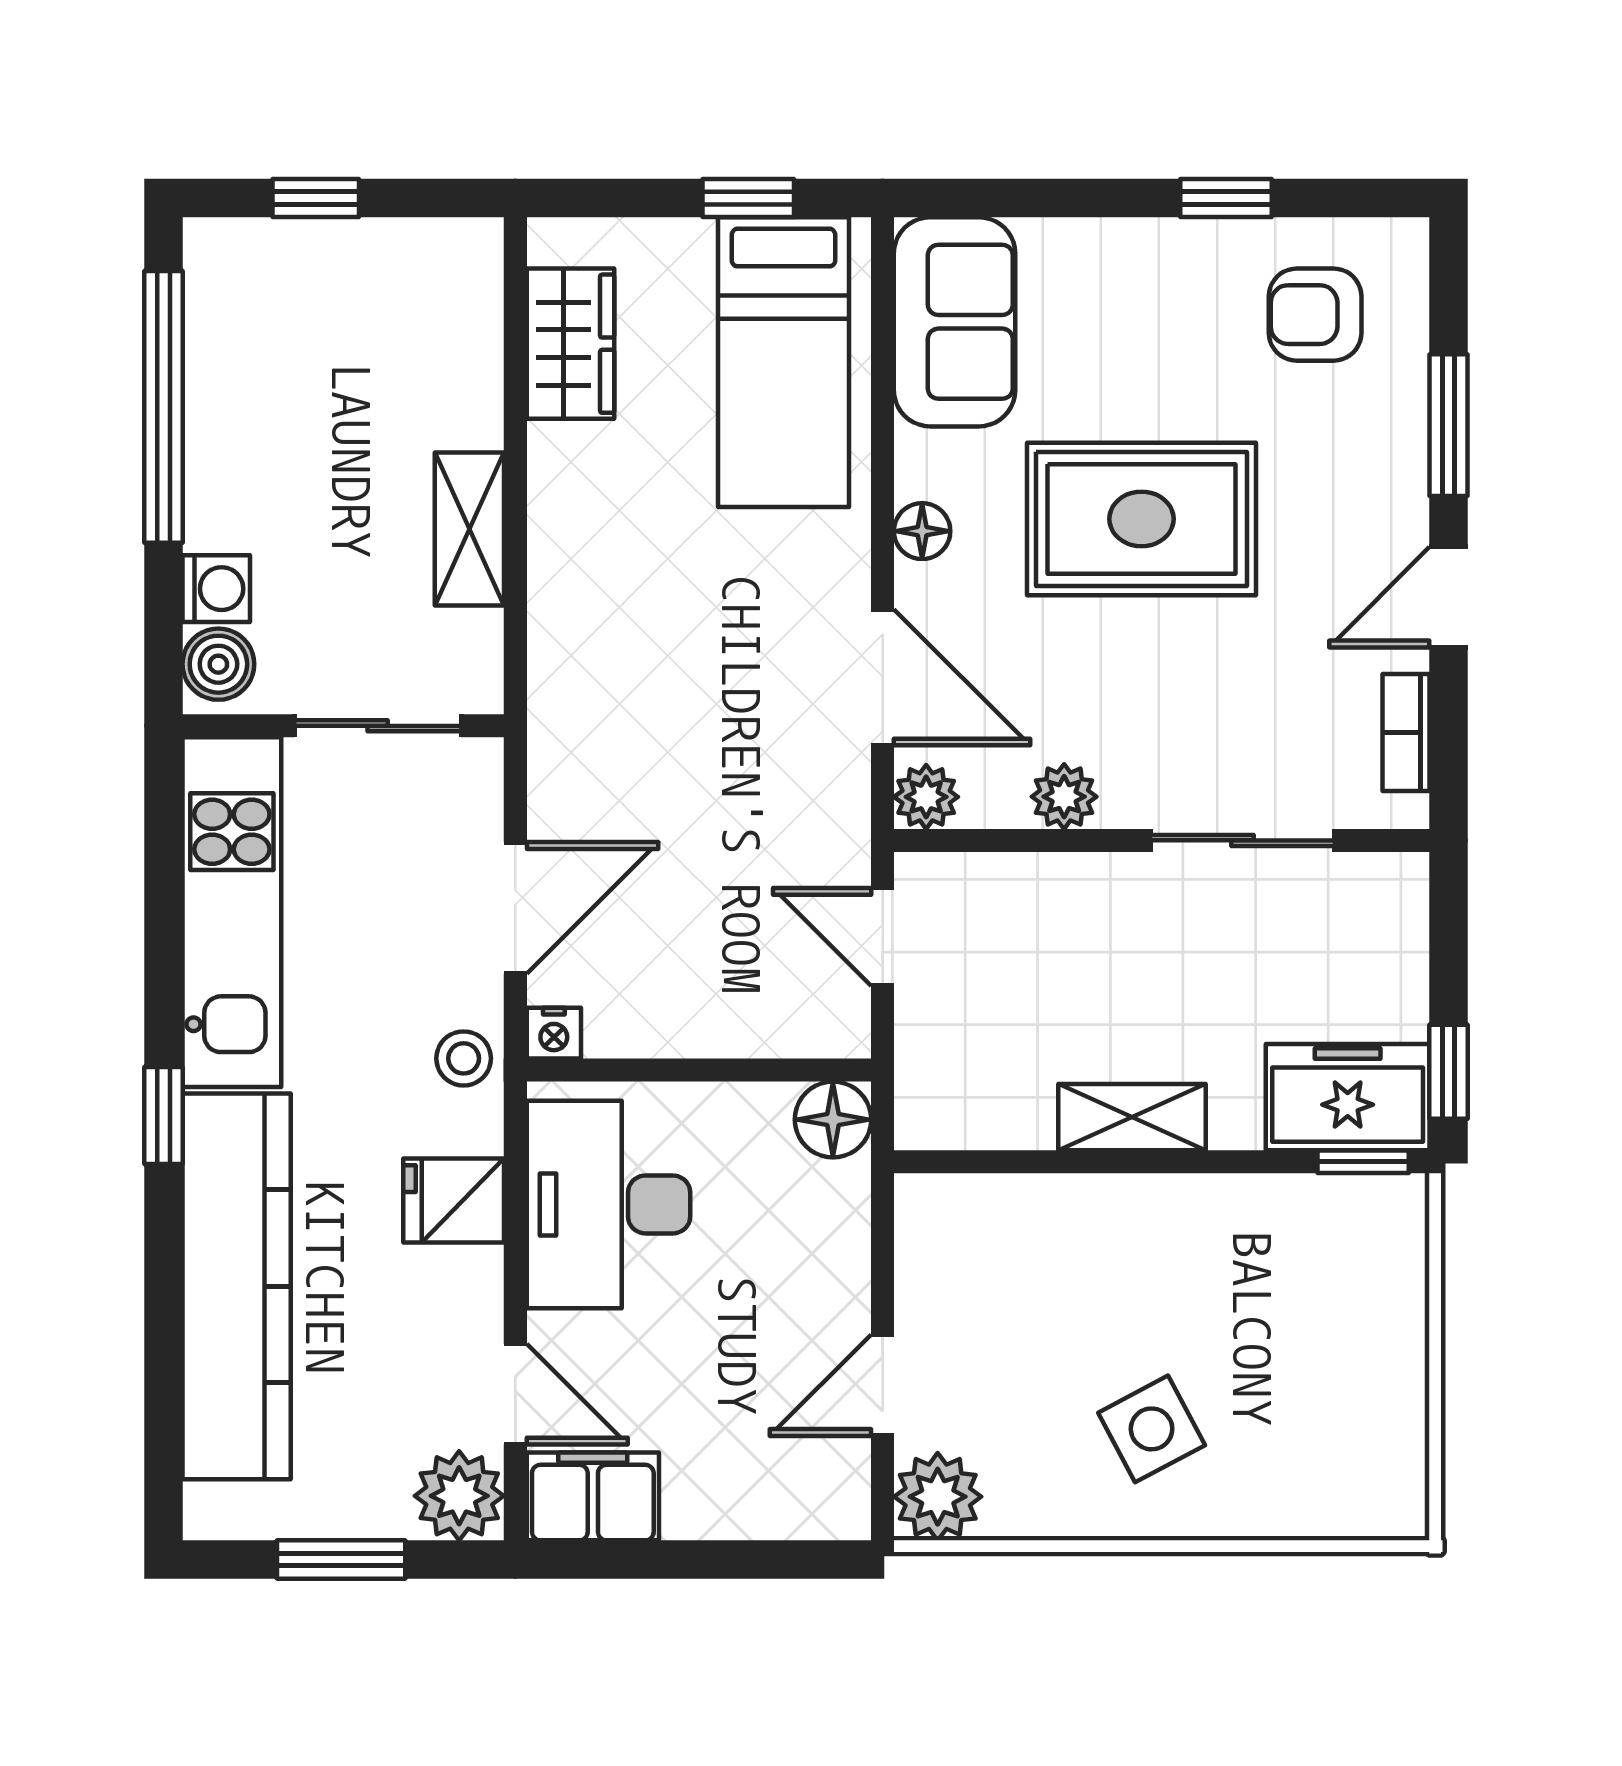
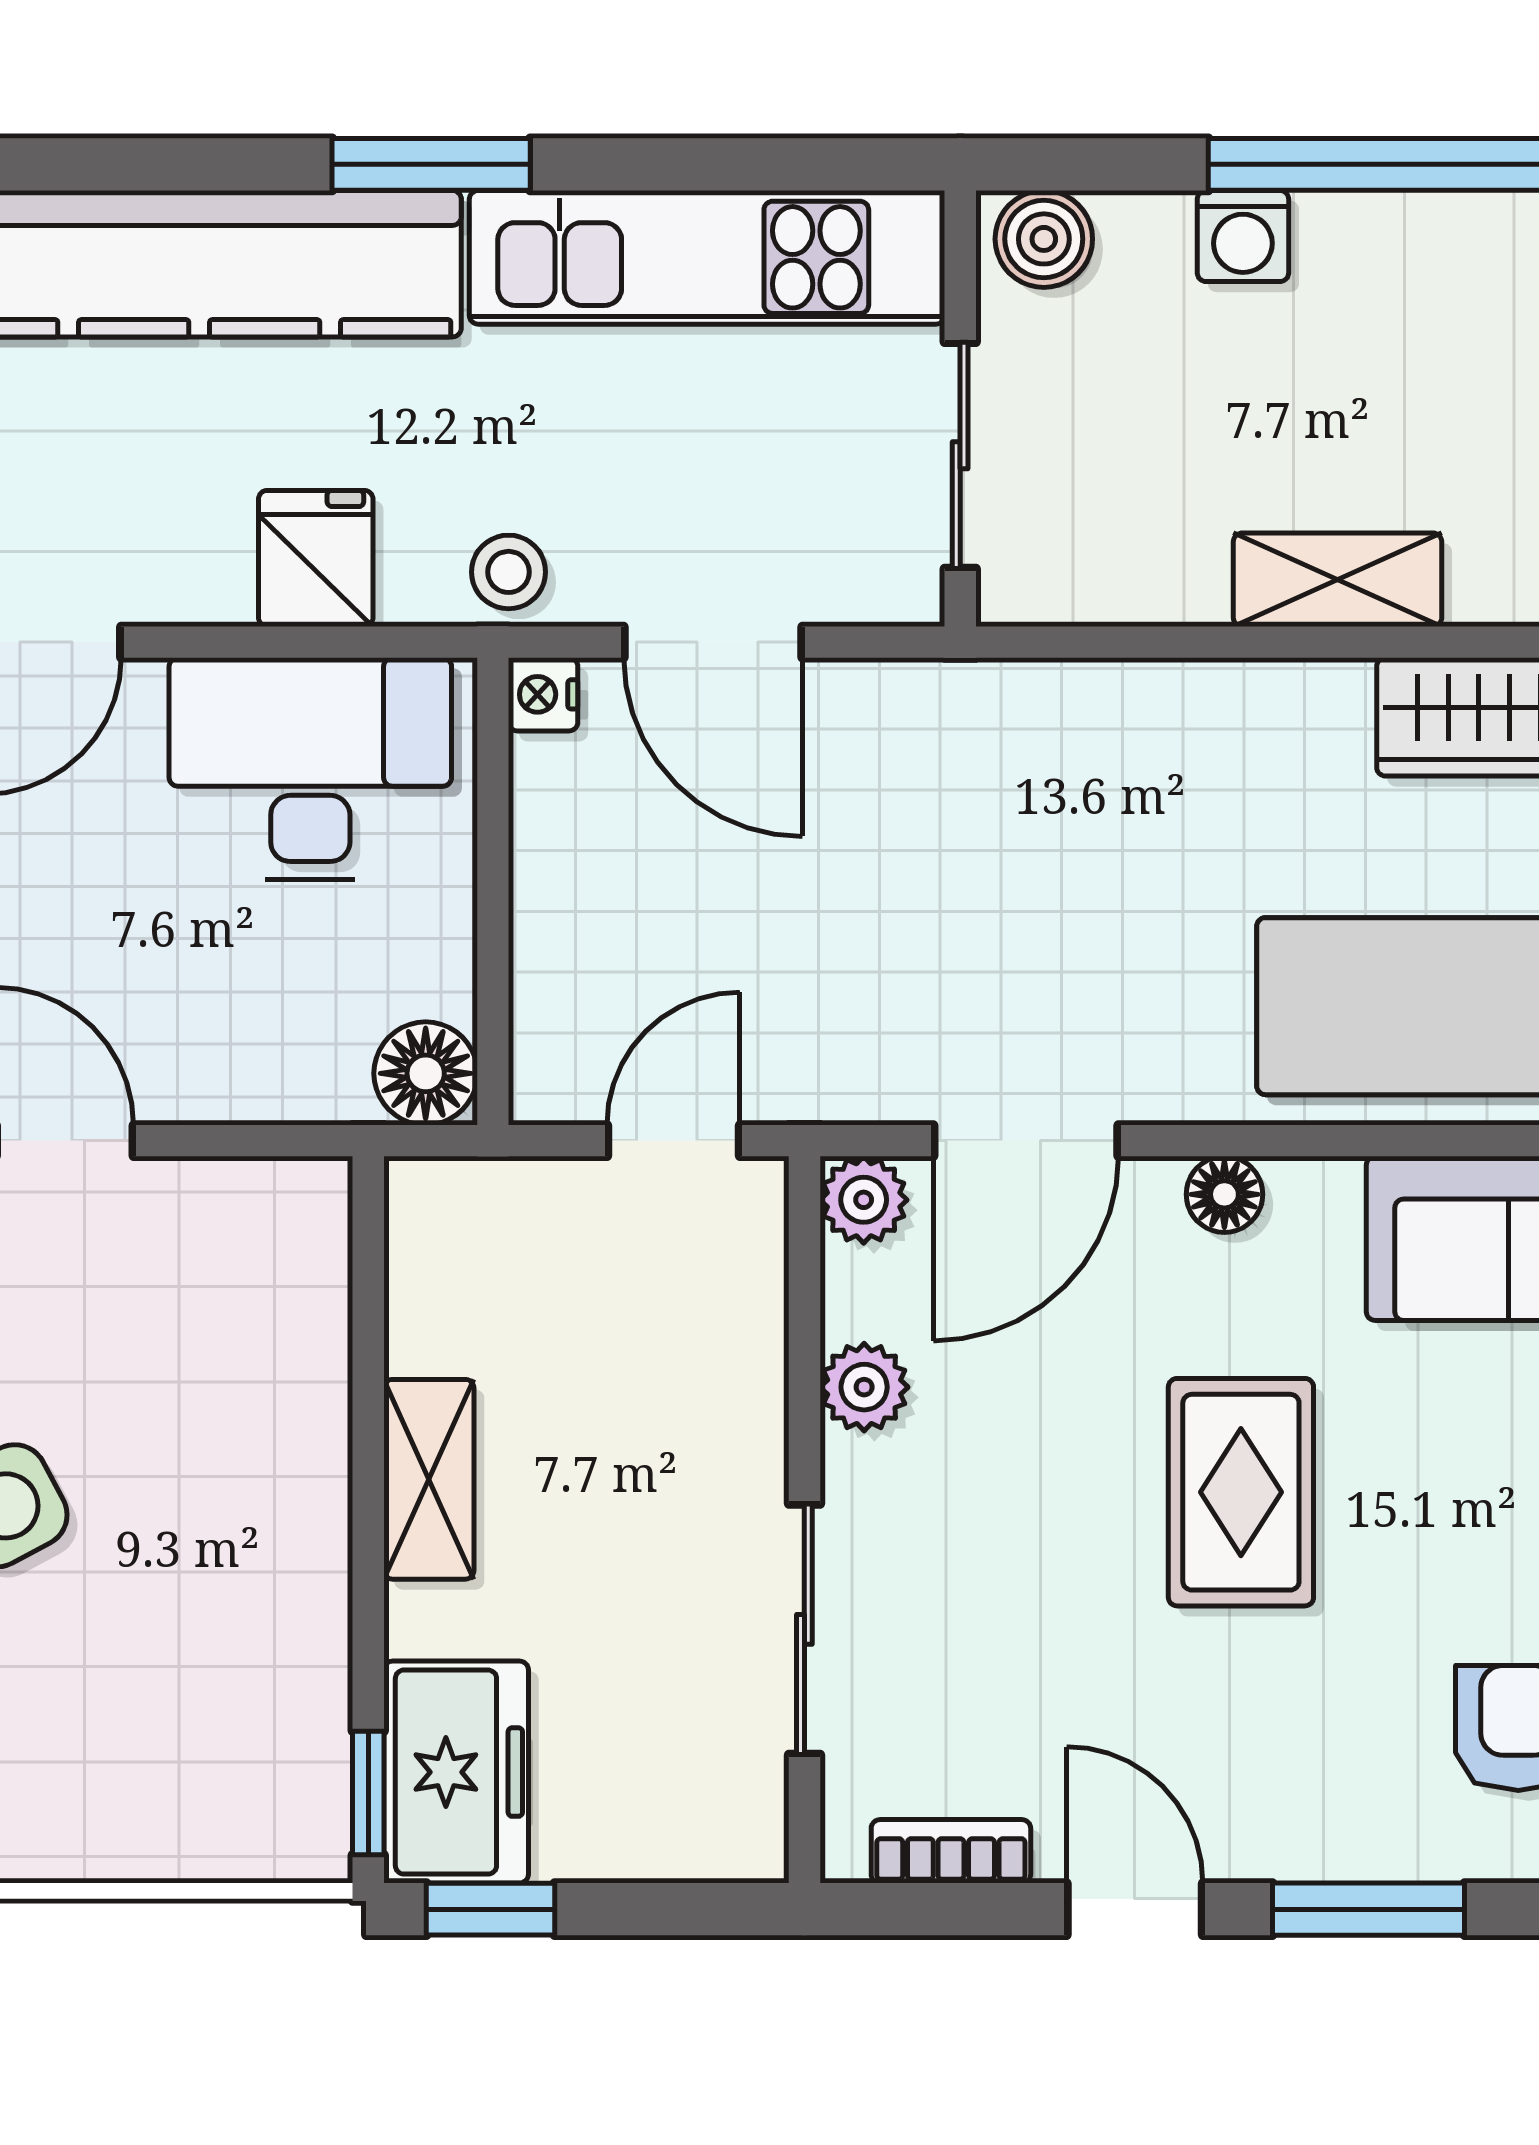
rug: (1141, 519) -> (1241, 1492), width x0.73, depth x0.70
shelving: (469, 529) -> (1338, 580), moved
washing machine: (216, 589) -> (1243, 236), moved
window: (163, 1115) -> (431, 164), width x1.50

